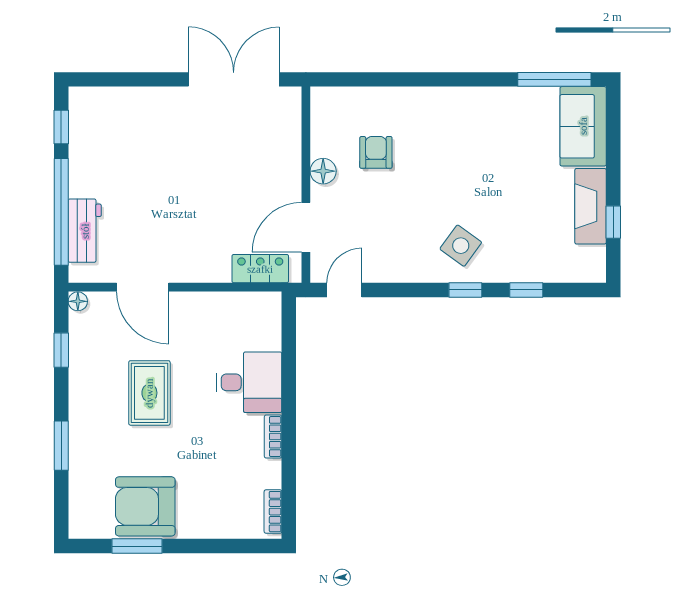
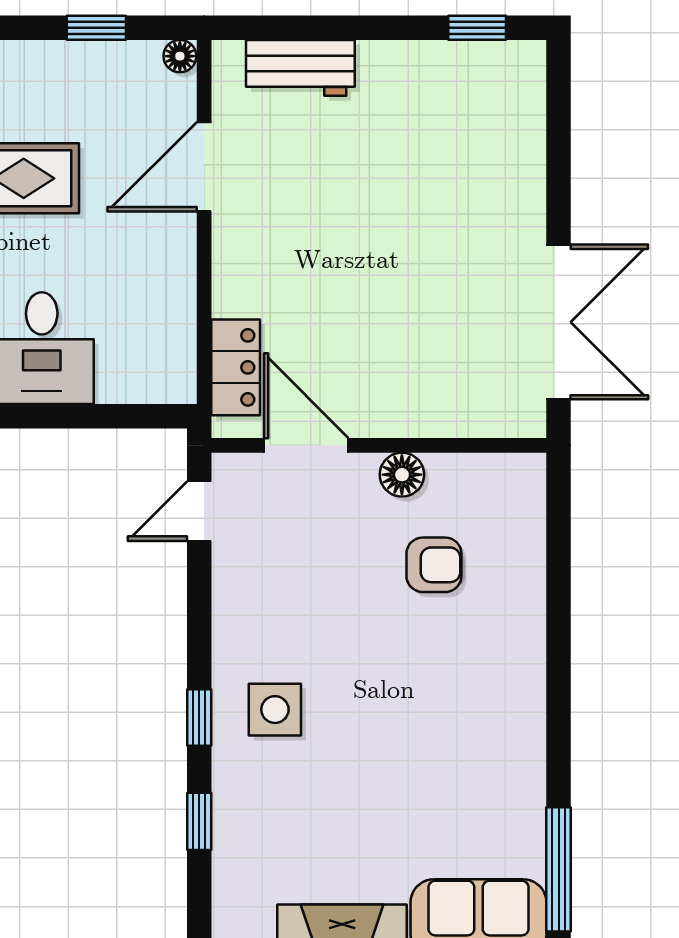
window: (61, 212) -> (332, 28), removed
side table: (461, 246) -> (275, 710), turned -36
door: (344, 290) -> (199, 511), swing flipped

